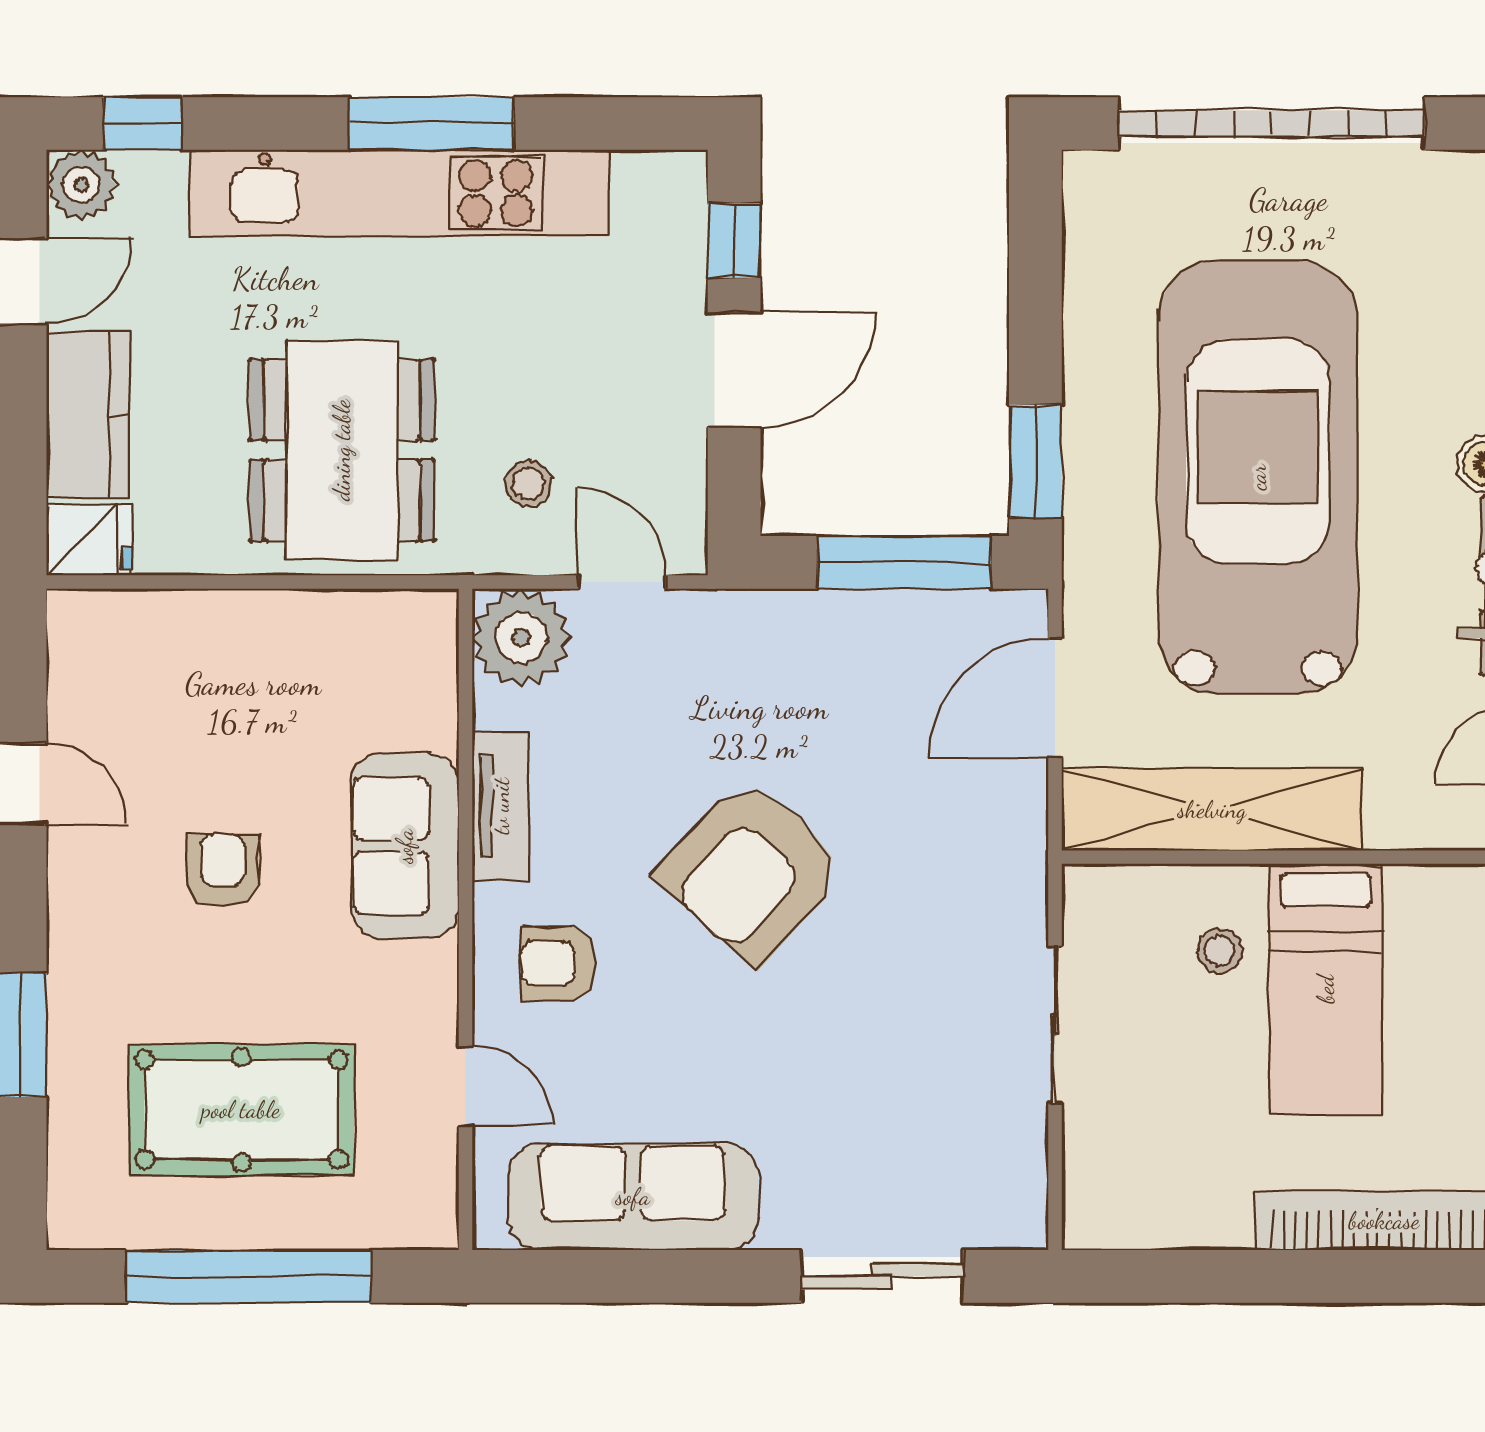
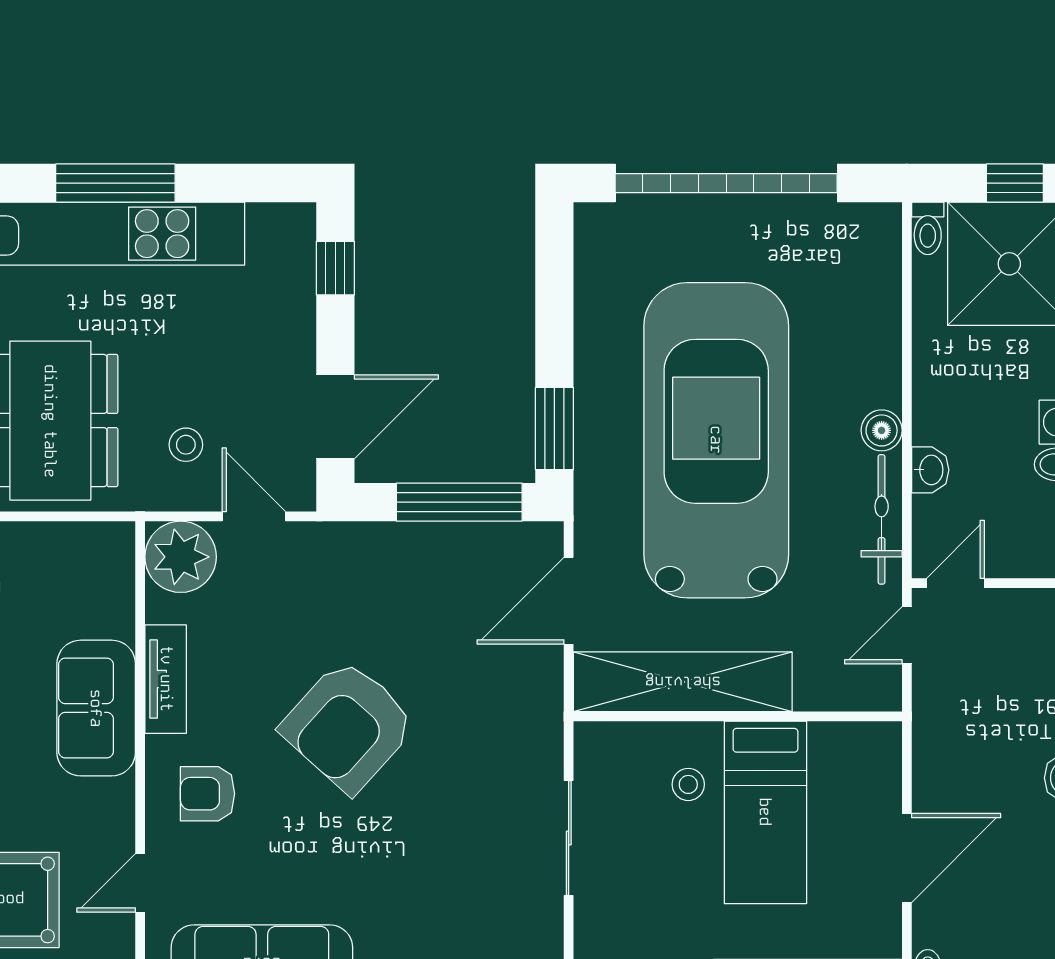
door: (734, 370) -> (335, 417), moved
door: (466, 1086) -> (140, 883), swing flipped

